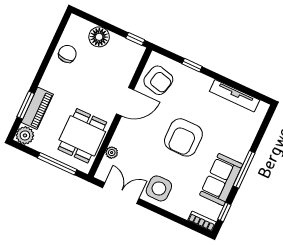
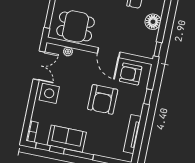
armchair: (158, 80) -> (131, 74), turned 76
armchair: (183, 137) -> (103, 99), moved, turned -90

